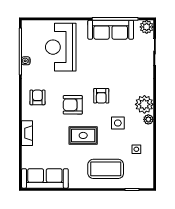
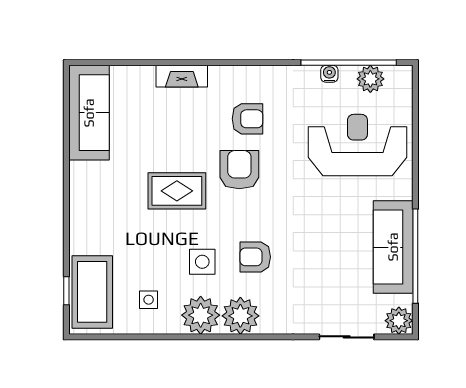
plant: (28, 41) -> (370, 79), added
armchair: (101, 96) -> (255, 257), moved
armchair: (37, 97) -> (247, 119), moved
plant: (148, 119) -> (201, 315), width x1.88, depth x1.88
rug: (83, 135) -> (177, 191), turned 90
coffee table: (106, 169) -> (92, 292), moved

